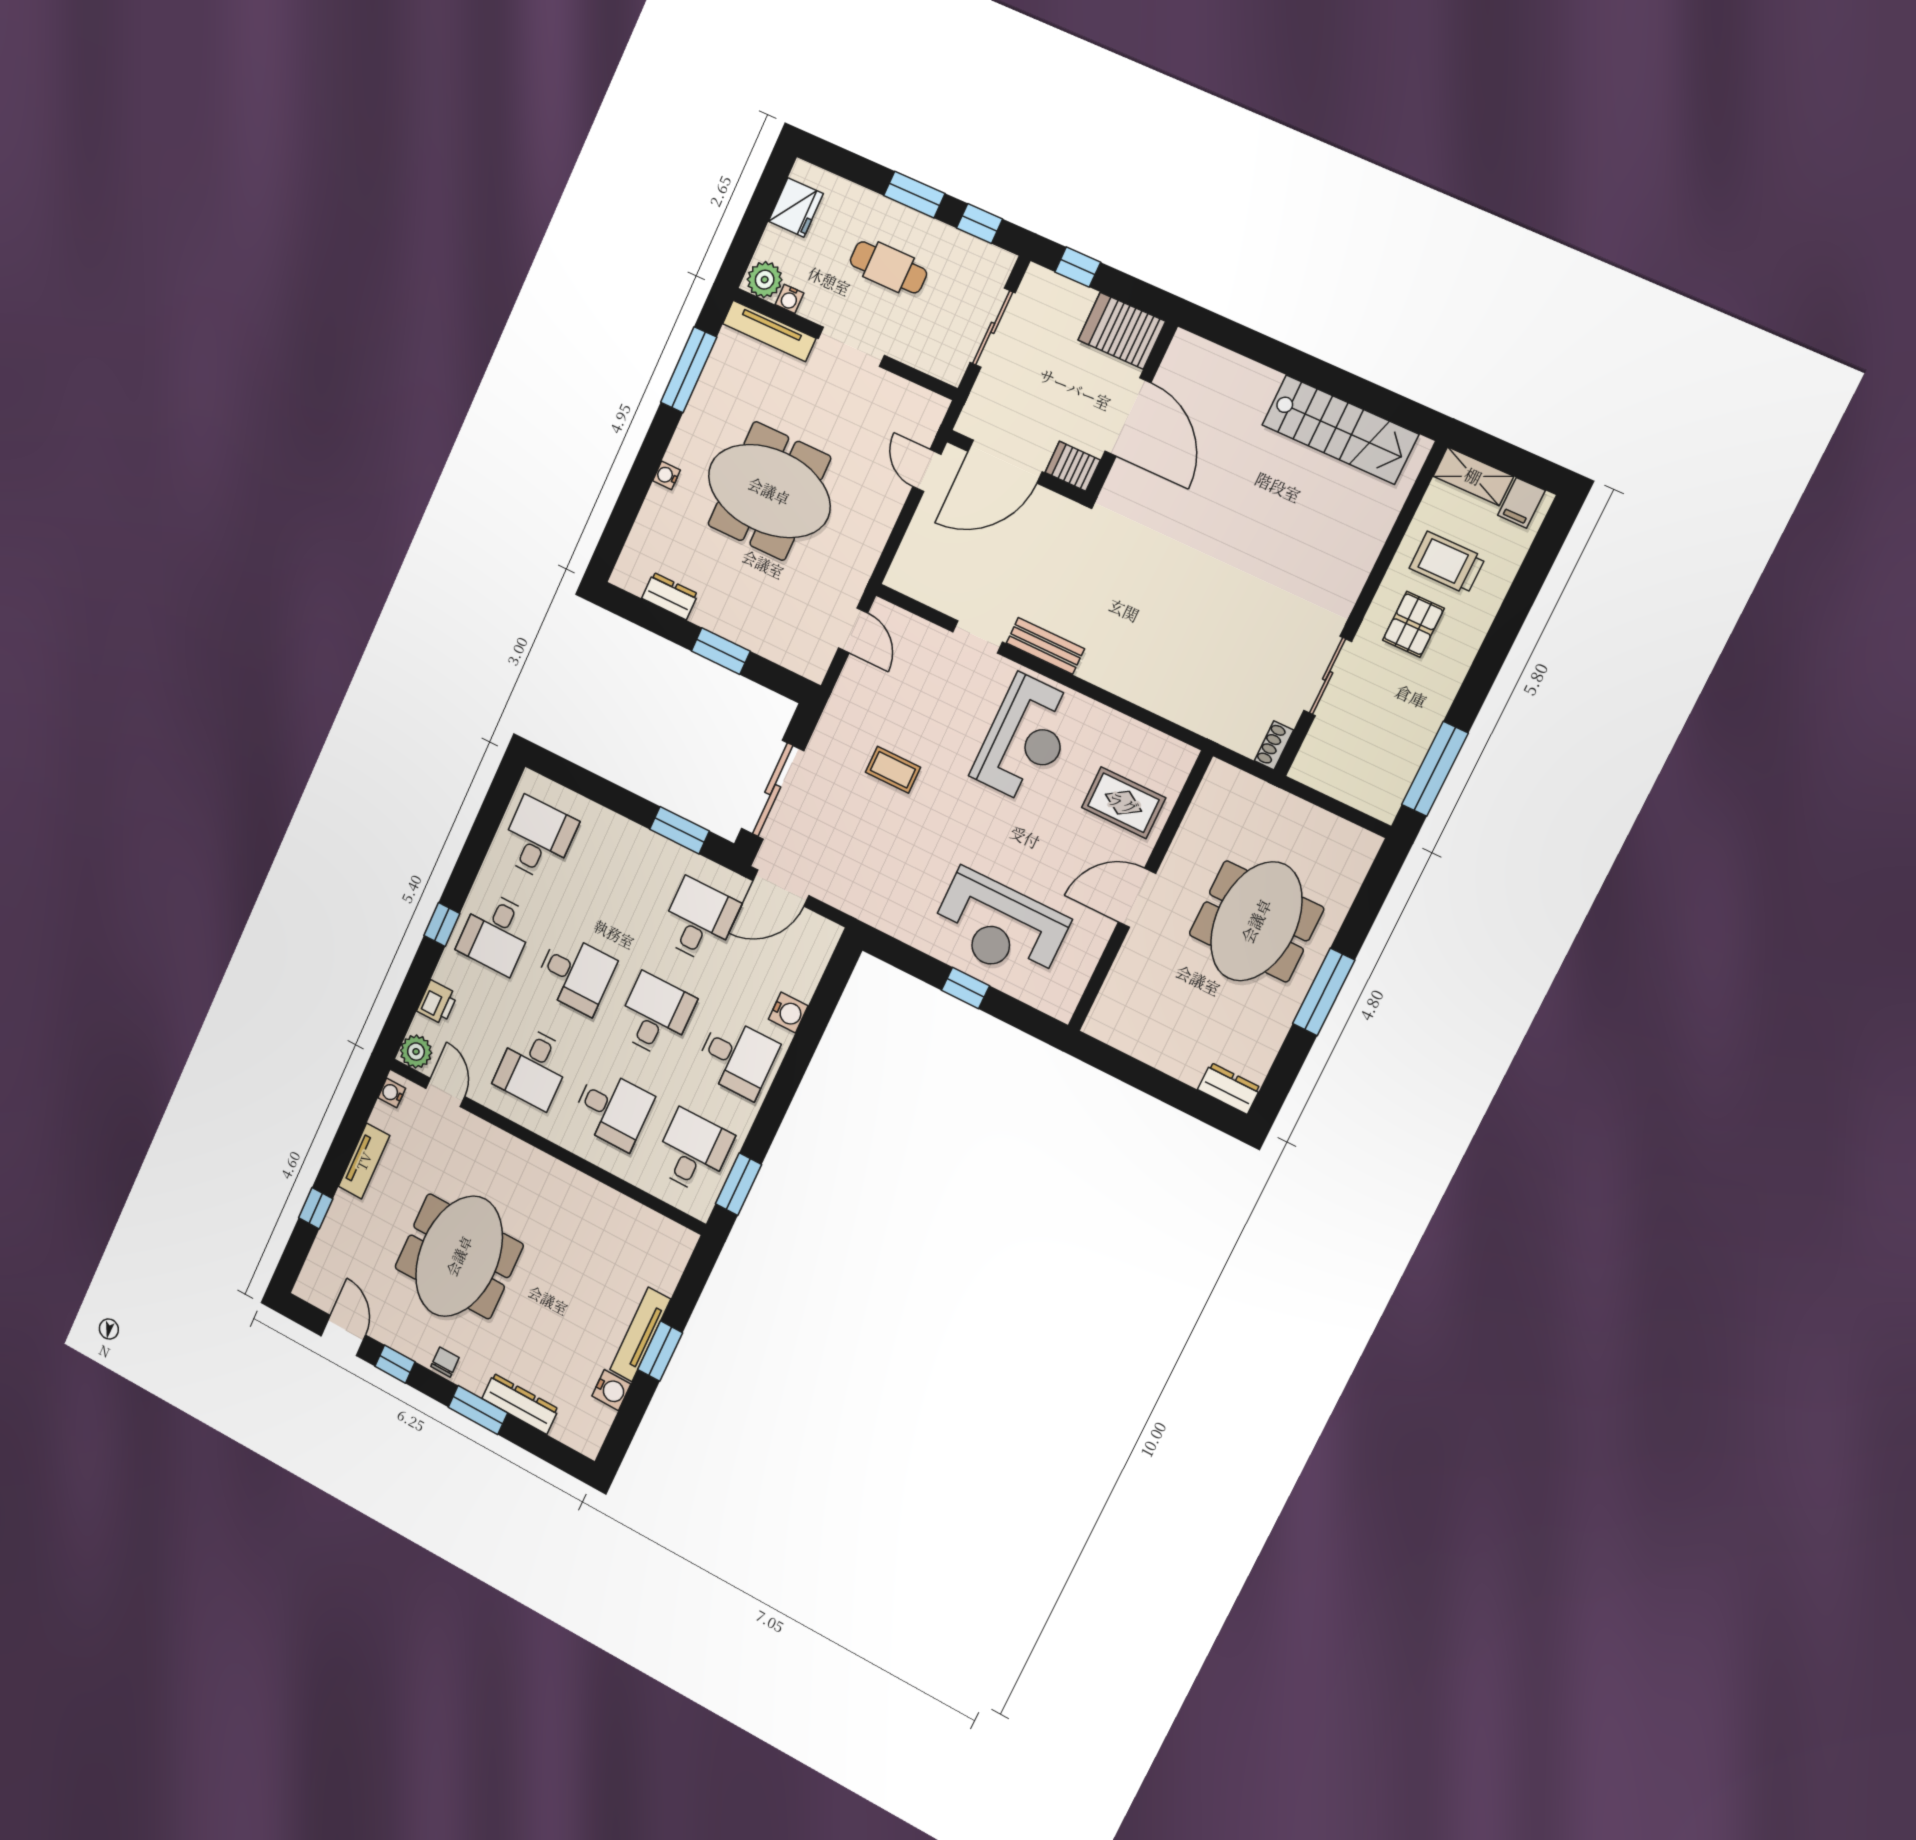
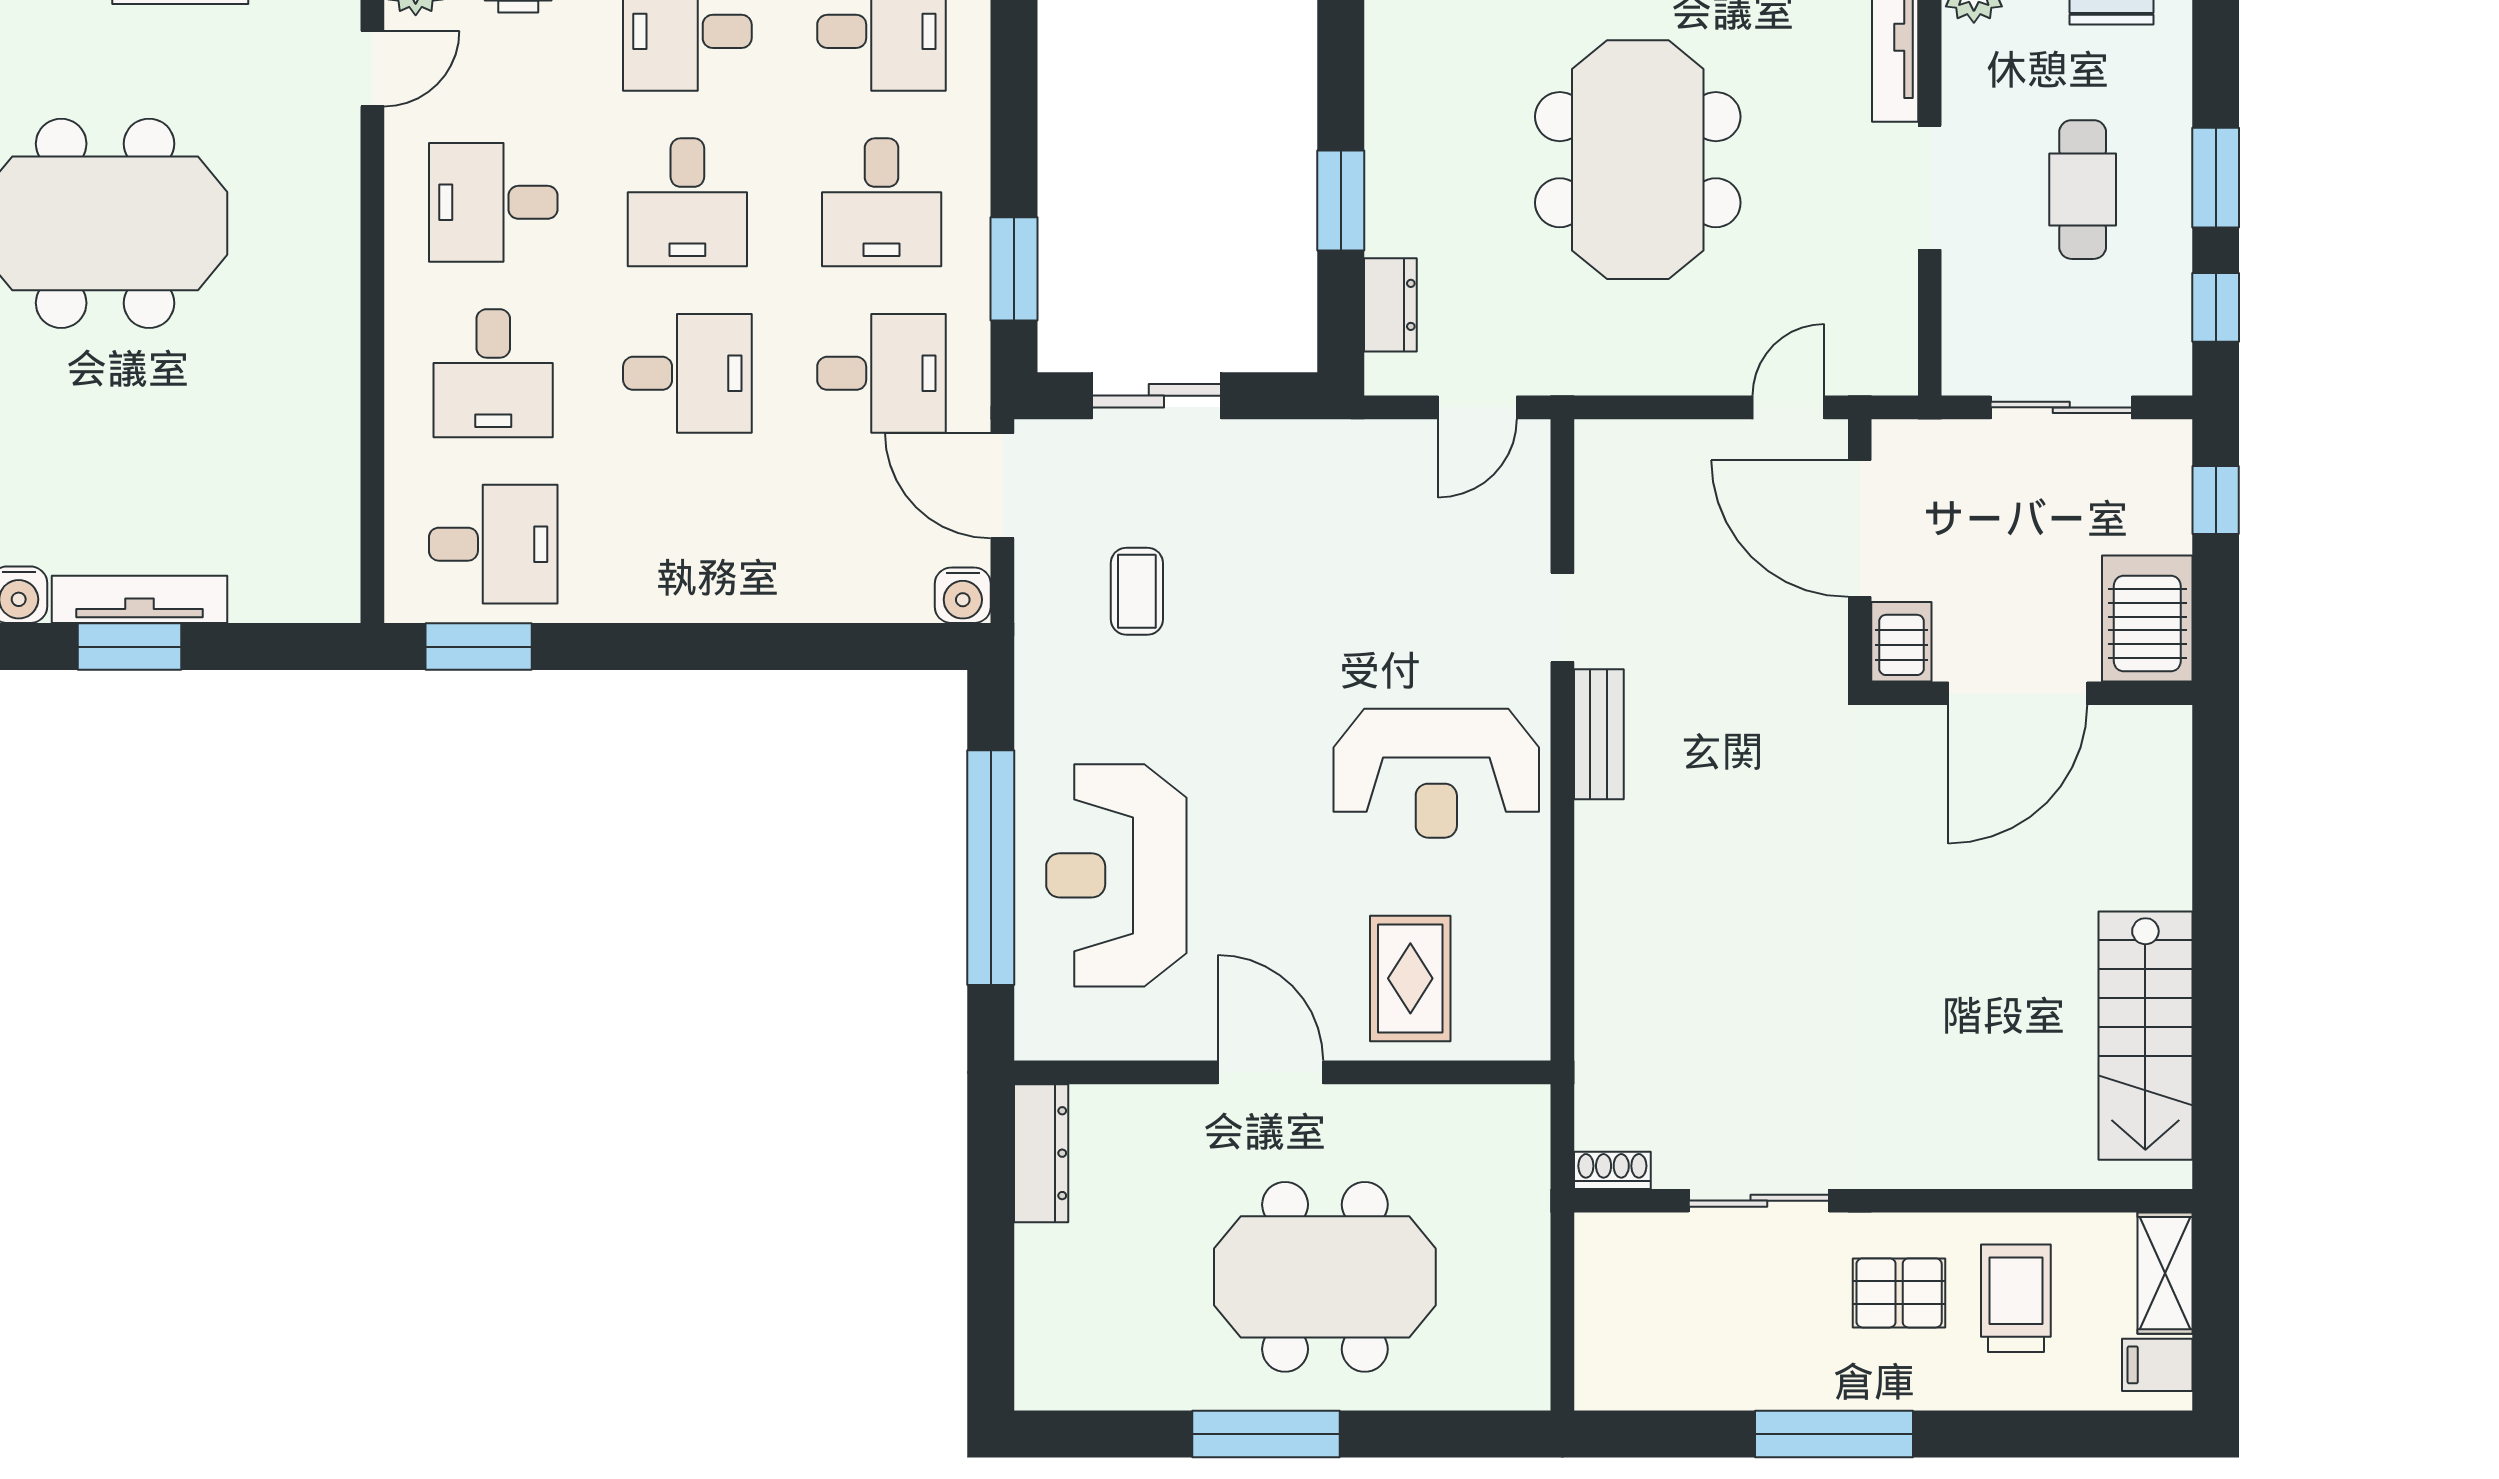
water cooler: (790, 299) -> (1961, 47), removed
dresser: (670, 596) -> (1390, 305), moved
window: (1435, 769) -> (1834, 1434), moved
coffee table: (893, 770) -> (1137, 591), moved
sliding door: (773, 790) -> (1156, 396), width x0.73
window: (965, 988) -> (991, 868), width x3.17
water cooler: (788, 1013) -> (963, 595), moved
desk: (737, 1057) -> (882, 202), moved
dresser: (1229, 1088) -> (1041, 1153), moved, width x1.44

